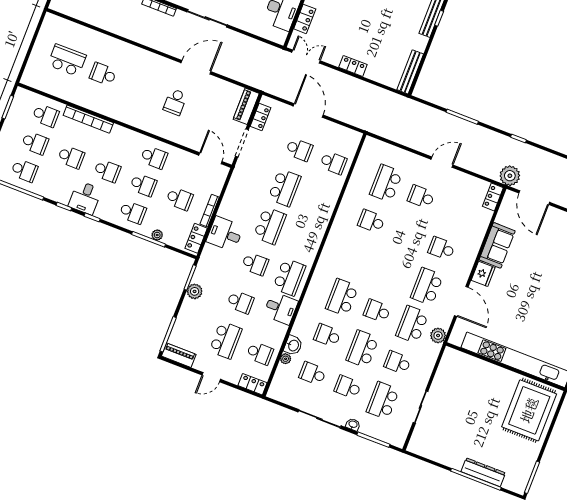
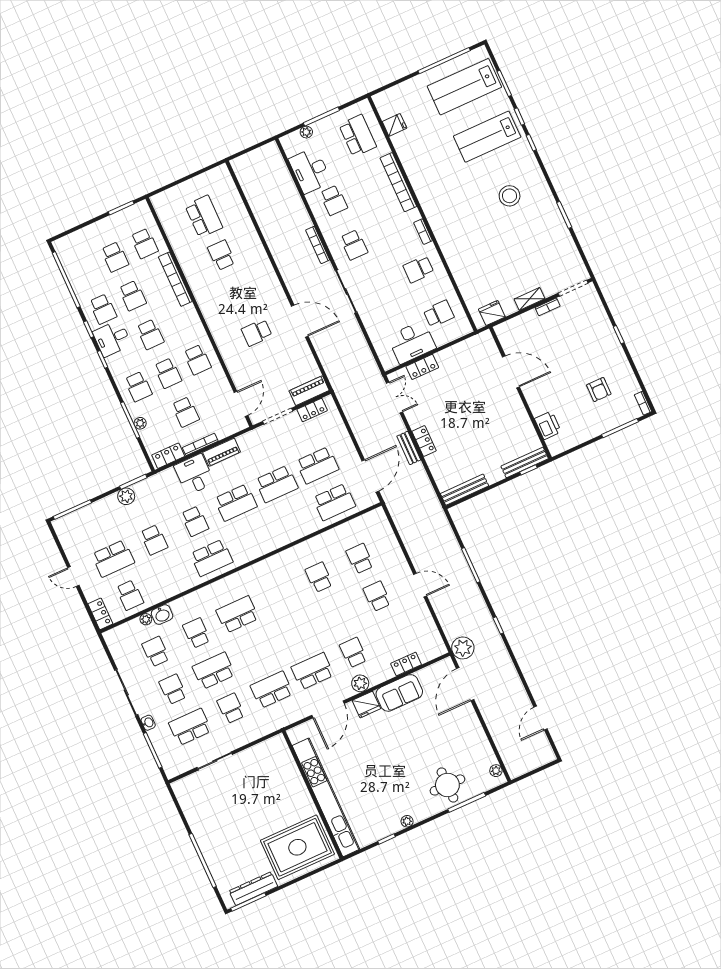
bench: (347, 80) -> (409, 448), added
door: (308, 111) -> (370, 476), moved
school desk: (299, 150) -> (317, 465), width x1.85
school desk: (333, 163) -> (334, 502), width x1.85
school desk: (24, 171) -> (103, 309), moved
school desk: (386, 183) -> (360, 559), width x0.54
locker: (493, 197) -> (406, 664), moved
desk: (281, 308) -> (181, 576), removed
school desk: (377, 311) -> (255, 652), removed
plant: (438, 335) -> (360, 683), moved
piano: (179, 355) -> (222, 452), moved, turned 90
dresser: (483, 472) -> (253, 889), moved, turned -90

